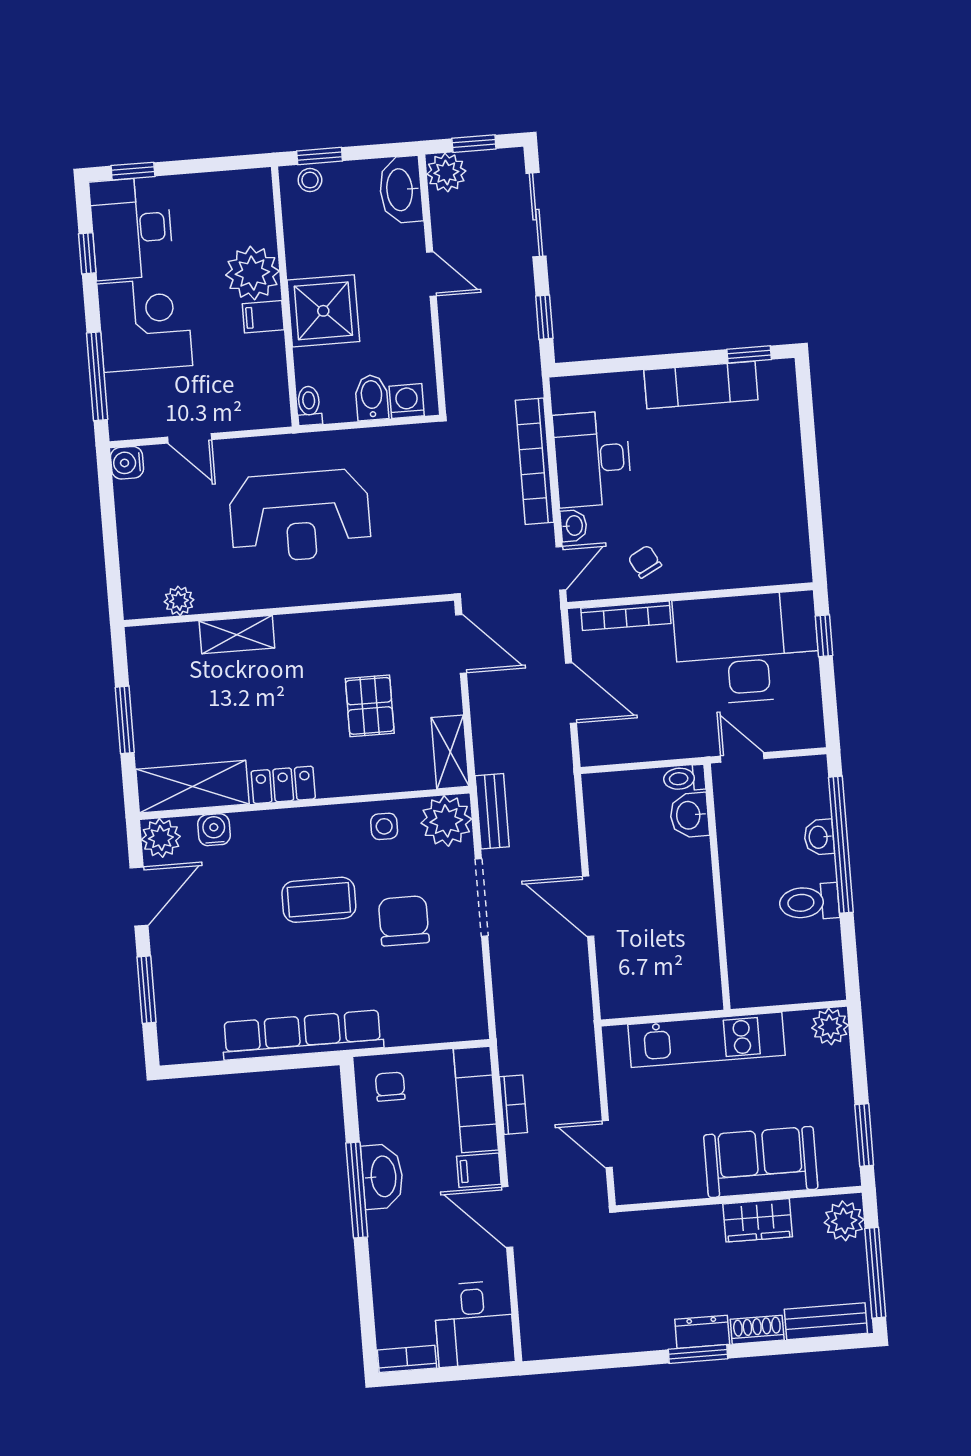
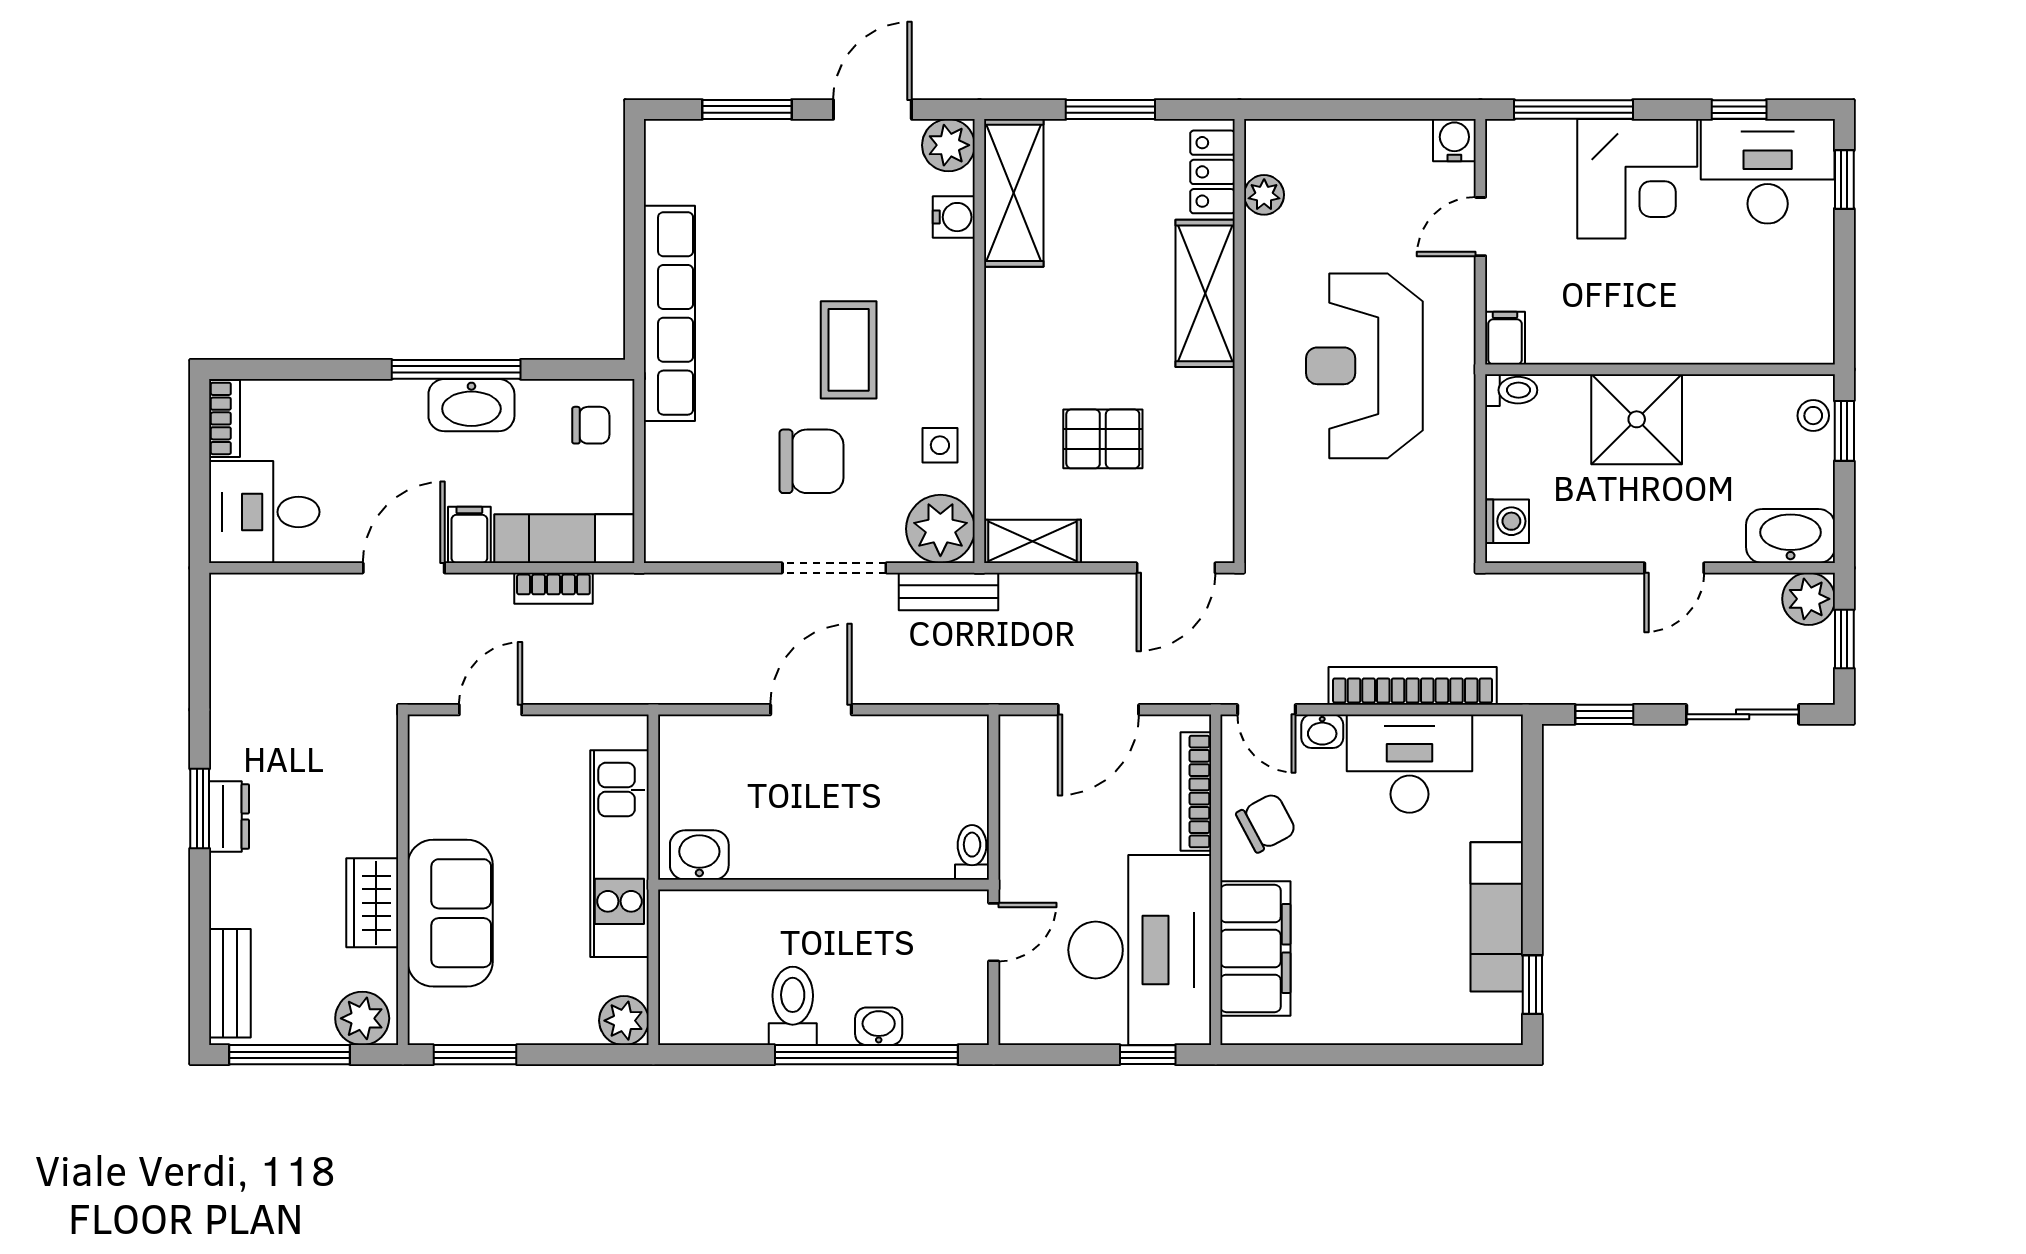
plant: (252, 273) -> (1695, 328), removed
filing cabinet: (263, 317) -> (1505, 338), moved
bidet: (372, 398) -> (1515, 475), removed
chair: (645, 562) -> (1266, 823), width x1.37, depth x1.37
filing cabinet: (739, 562) -> (1255, 949), added
shelving: (237, 635) -> (1205, 293), width x1.50, depth x1.33
locker: (283, 785) -> (1212, 172), moved, turned 180
washbasin: (689, 815) -> (699, 855), moved
door: (139, 897) -> (872, 109), swing flipped
shoe rack: (757, 1330) -> (226, 890), removed

